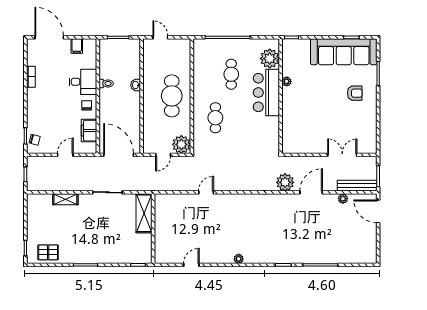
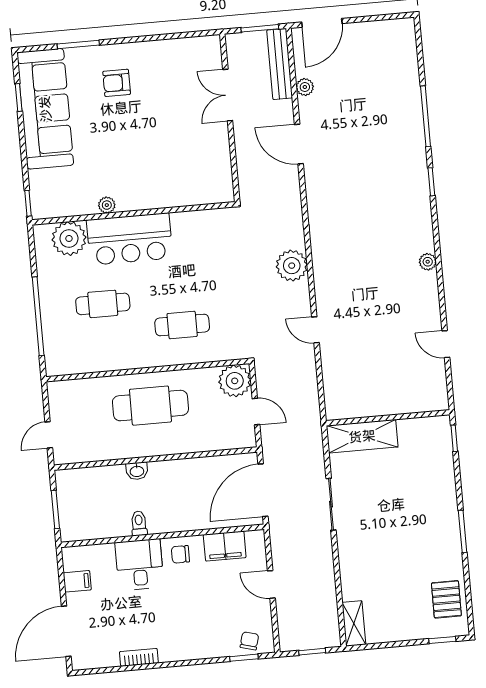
armchair: (355, 93) -> (117, 83), turned -90
plant: (285, 182) -> (292, 266), moved
shelving: (65, 199) -> (354, 623), moved

